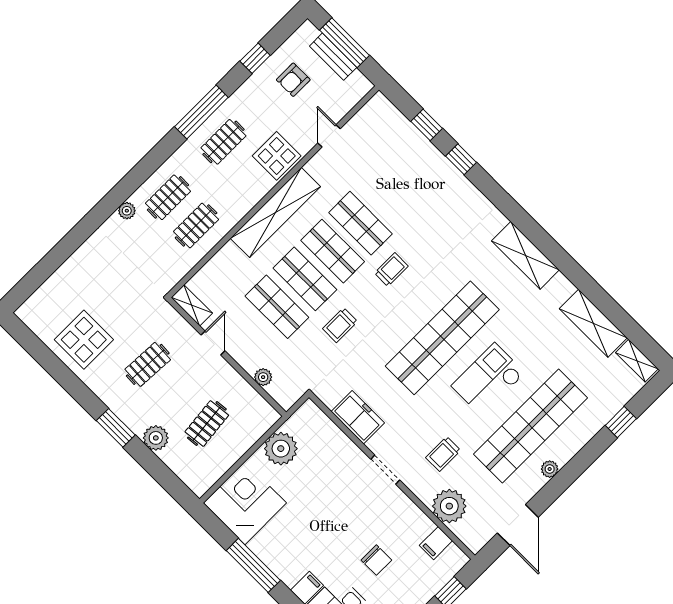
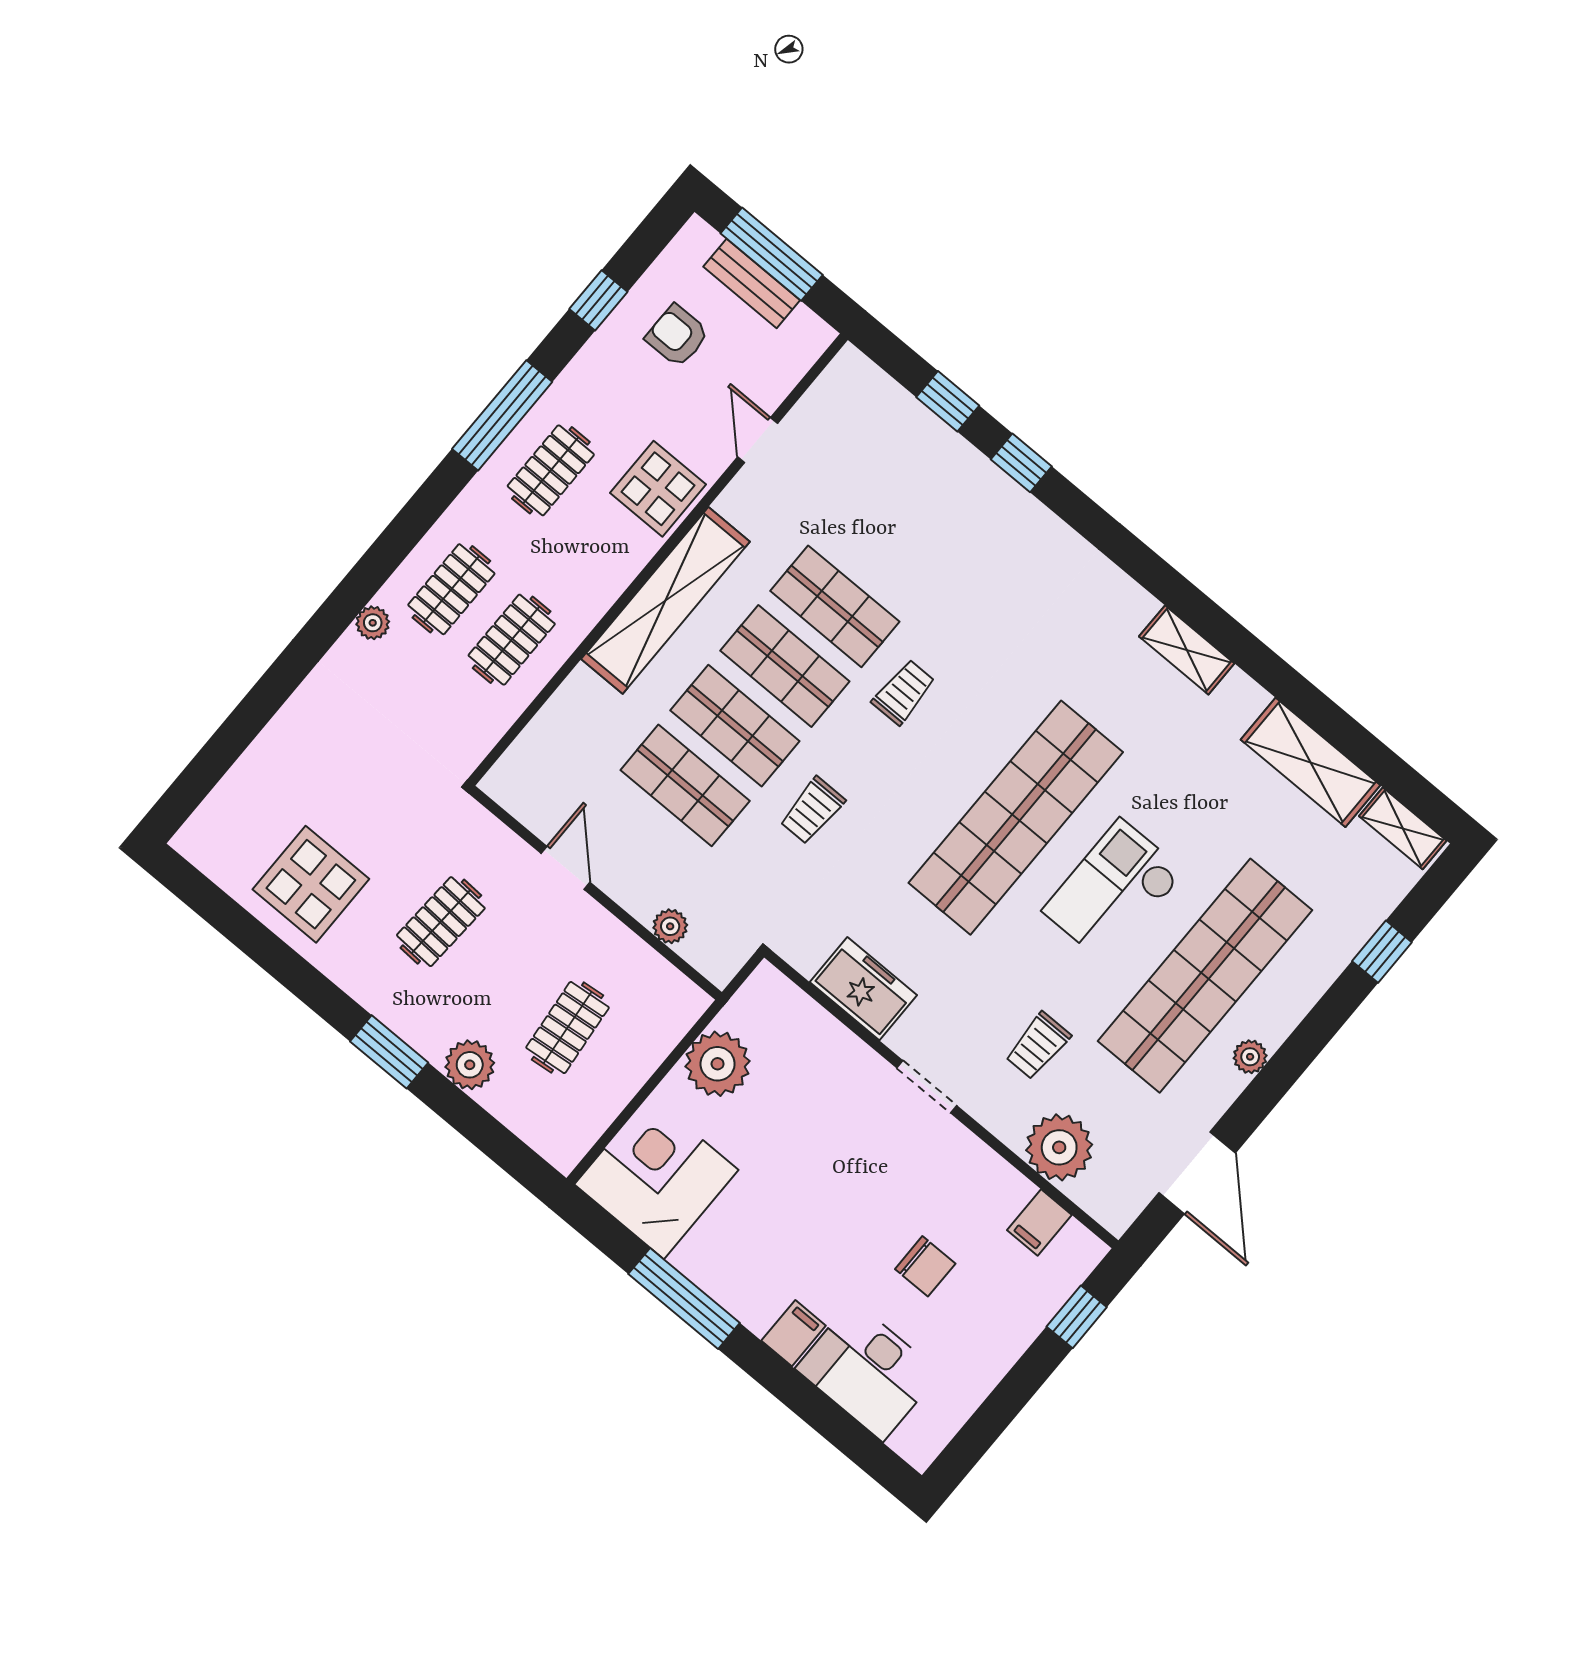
armchair: (293, 80) -> (677, 336), turned 90
shelving: (525, 255) -> (1187, 650), width x0.67, depth x0.75
shelving: (192, 305) -> (517, 798), removed

